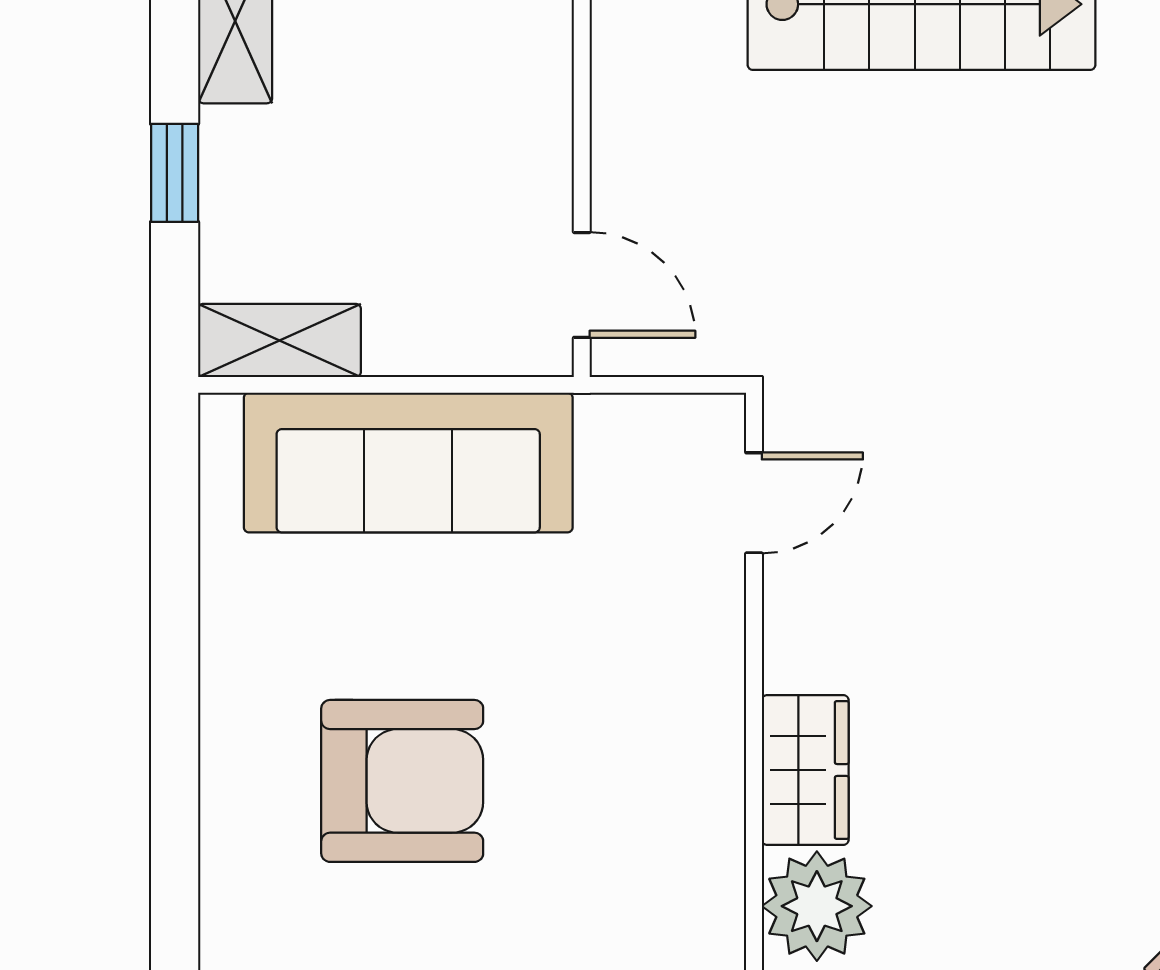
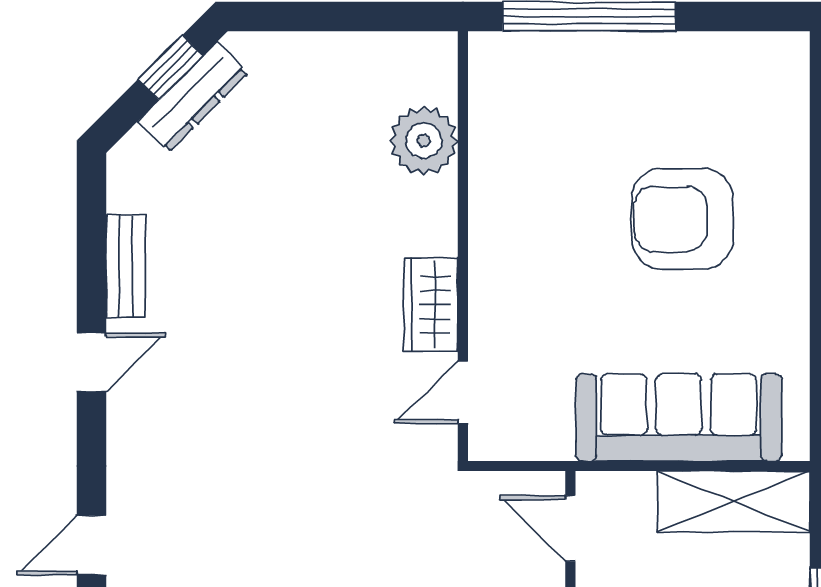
shelving: (279, 340) -> (734, 501), width x1.50, depth x1.33
wardrobe: (805, 770) -> (431, 305), moved

